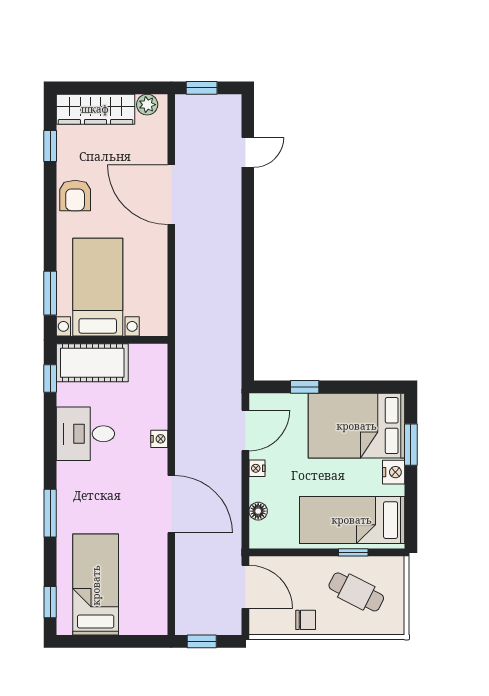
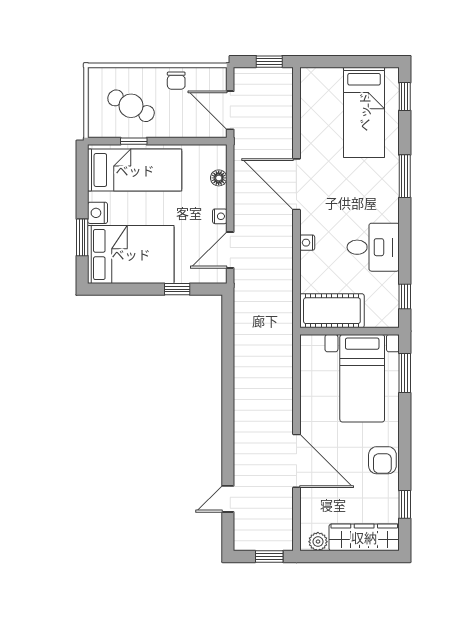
armchair: (75, 195) -> (382, 460), turned 180
cot: (92, 363) -> (332, 311), moved
chair: (306, 620) -> (176, 81), turned -90

